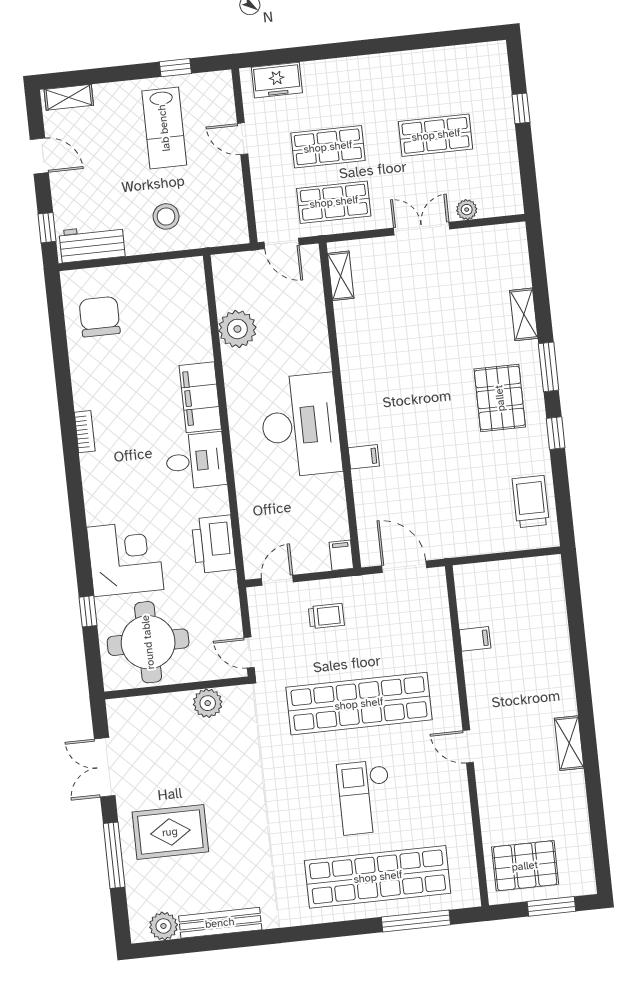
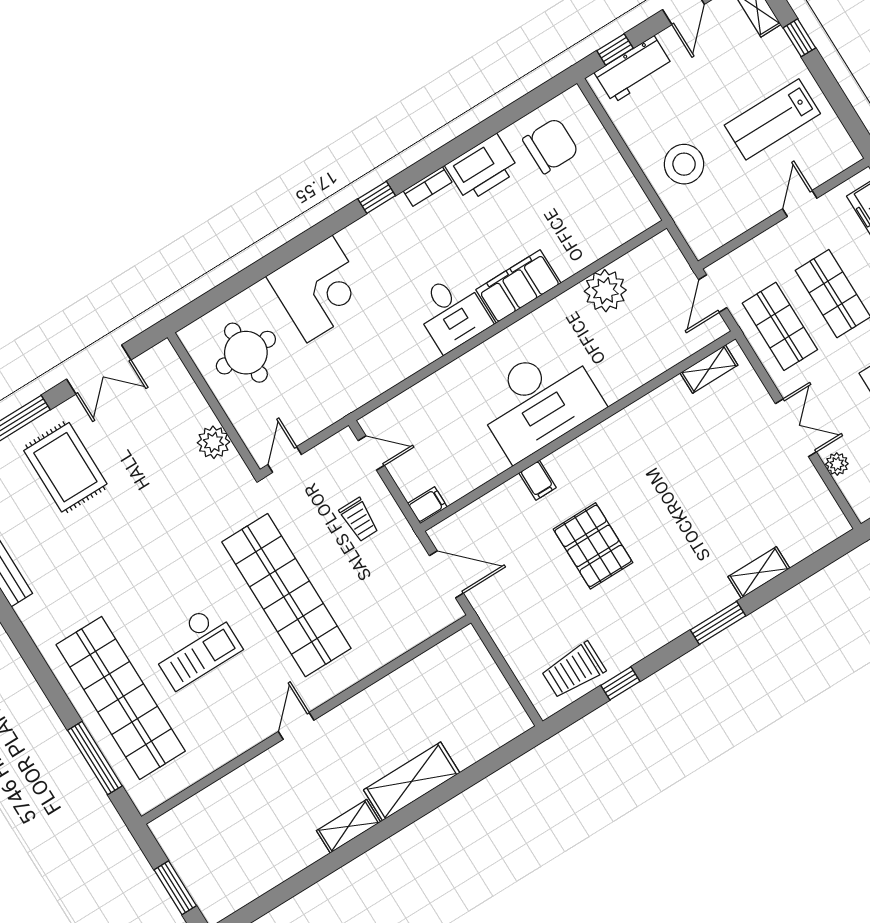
window: (175, 68) -> (799, 38), moved
stool: (166, 216) -> (684, 164), width x1.38, depth x1.38
workbench: (92, 244) -> (634, 69), moved, turned 90
pallet: (500, 398) -> (593, 546), moved, turned 90
window: (556, 433) -> (620, 683), moved
trolley: (531, 502) -> (573, 670), turned 180
printer: (214, 544) -> (482, 168), moved, turned 180
door: (404, 567) -> (446, 574), hinge flipped
window: (88, 611) -> (377, 197), moved
filing cabinet: (475, 639) -> (408, 681), removed
round table: (148, 642) -> (246, 353), width x0.73, depth x0.73
shelving: (557, 675) -> (412, 781), added
double door: (105, 767) -> (99, 370), swing flipped
checkout: (365, 797) -> (195, 647), turned 180
pallet: (525, 866) -> (204, 841), removed

